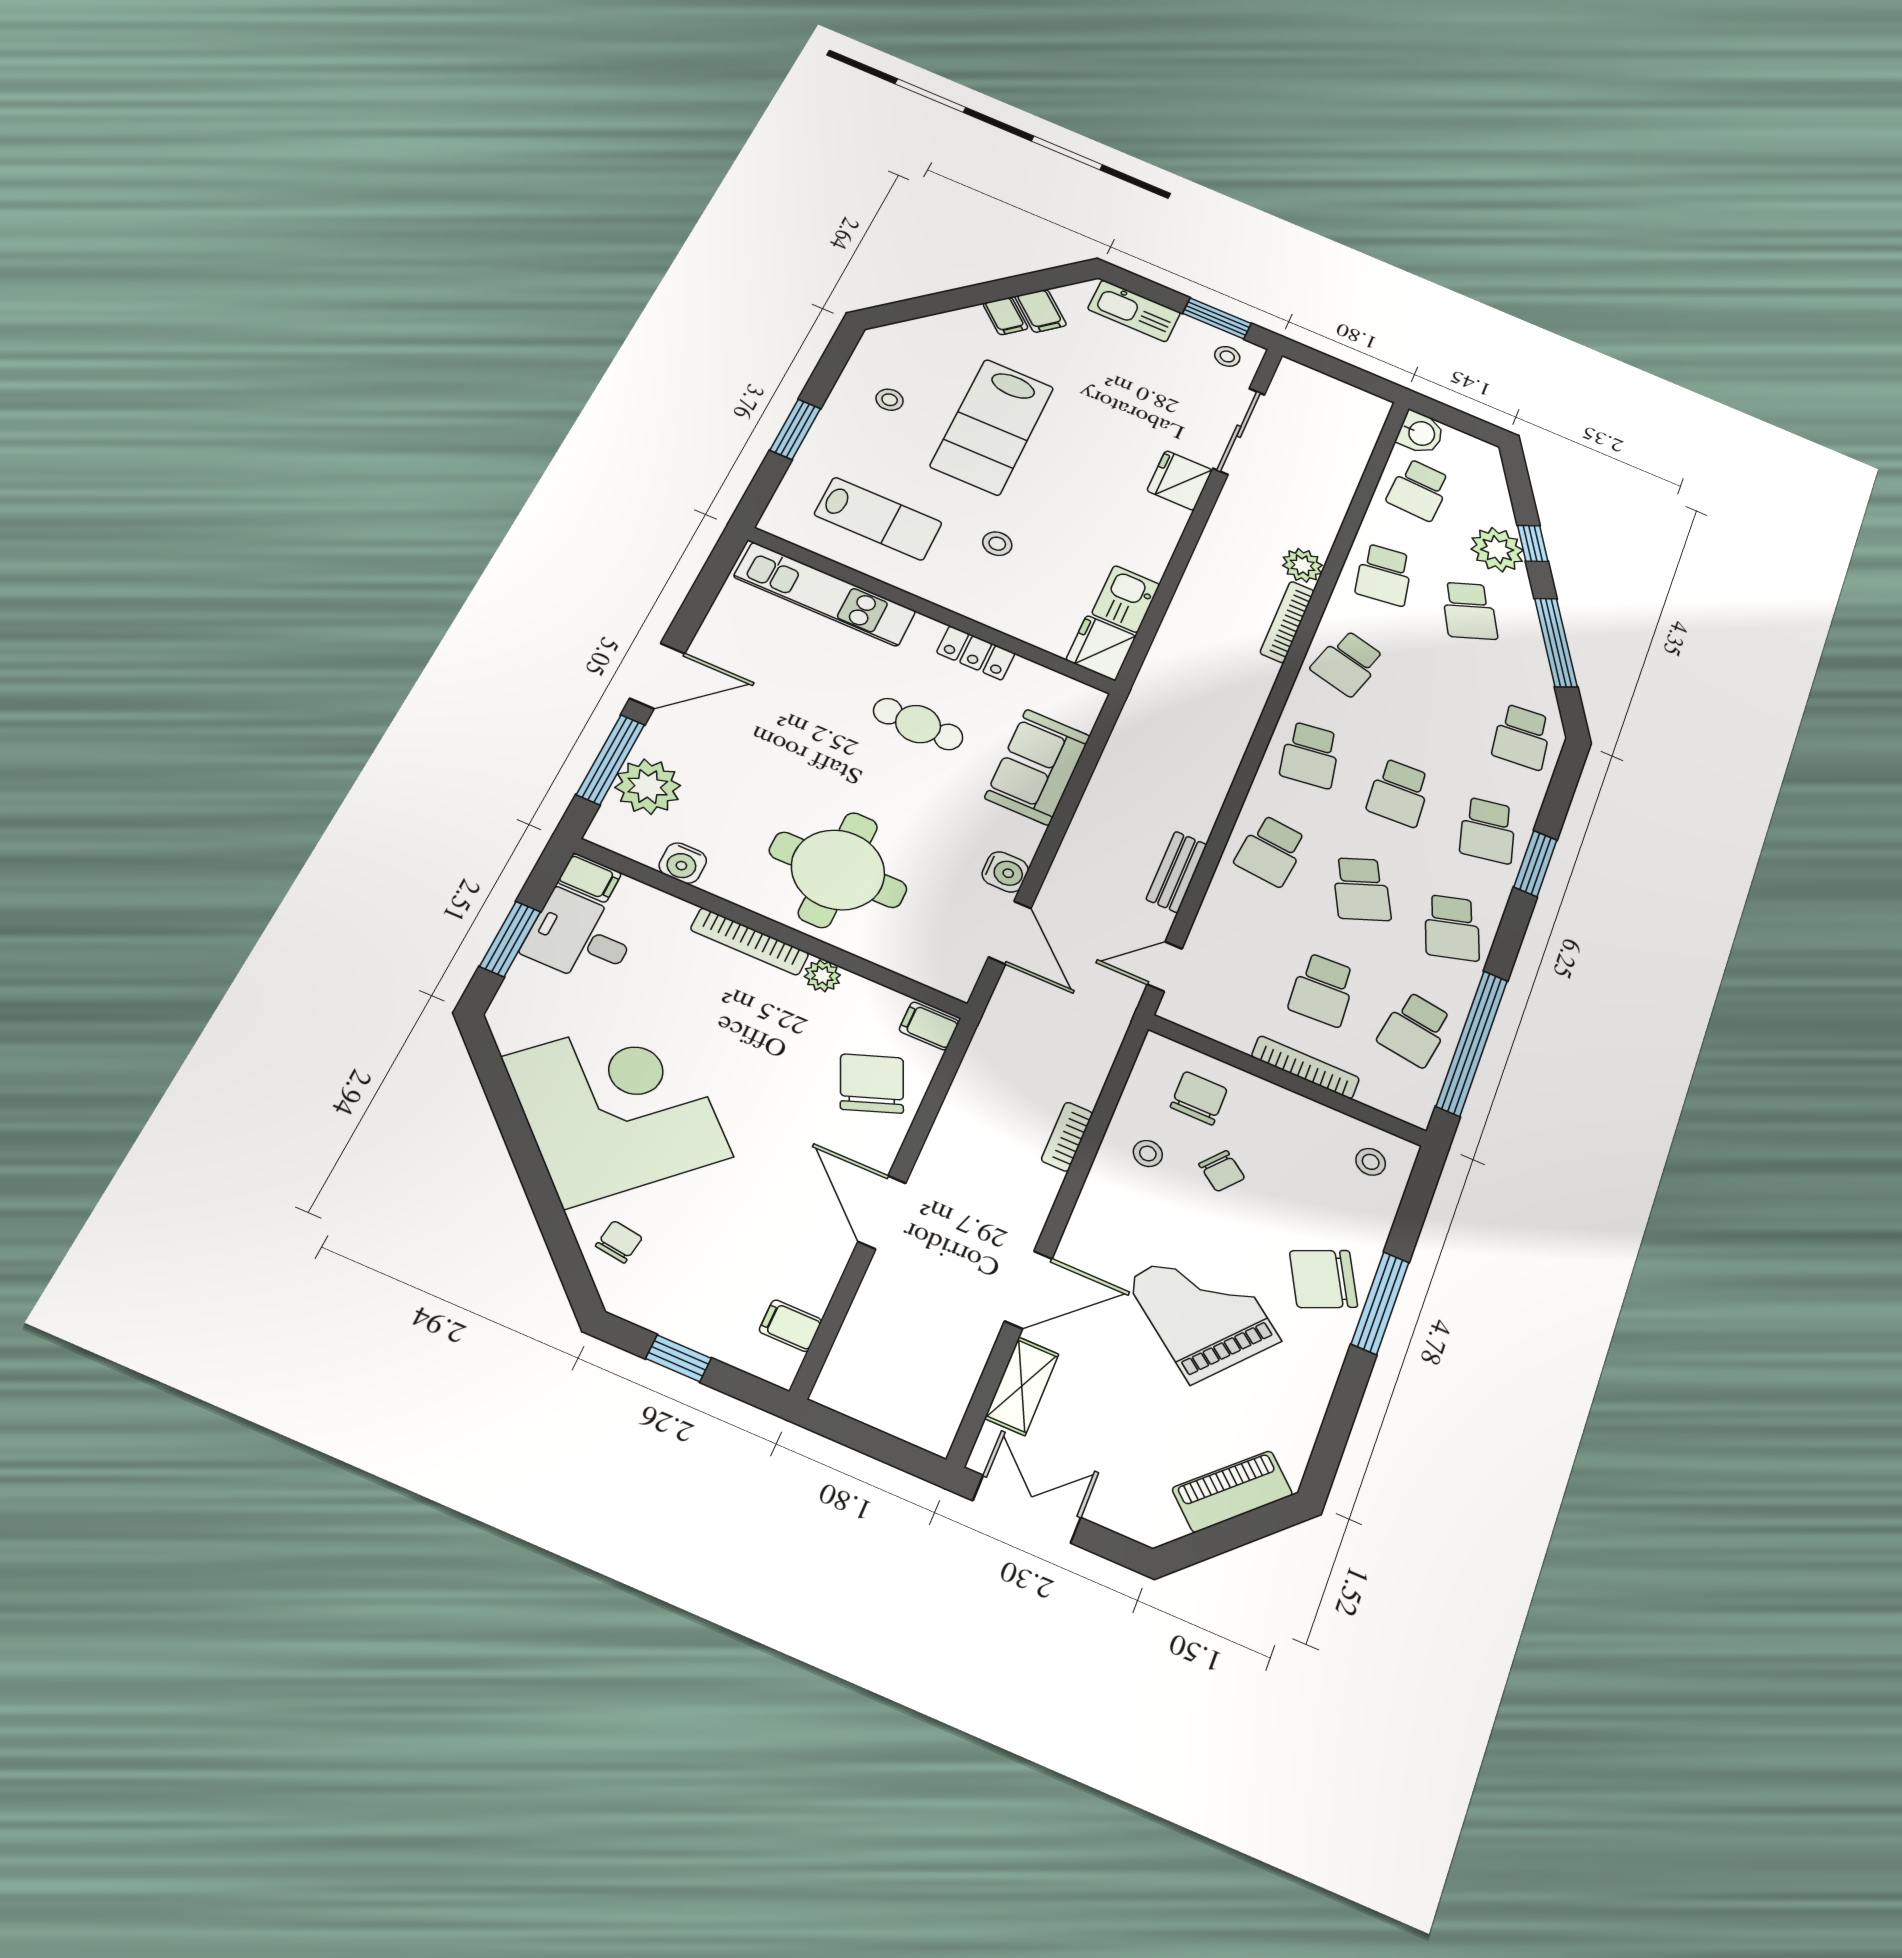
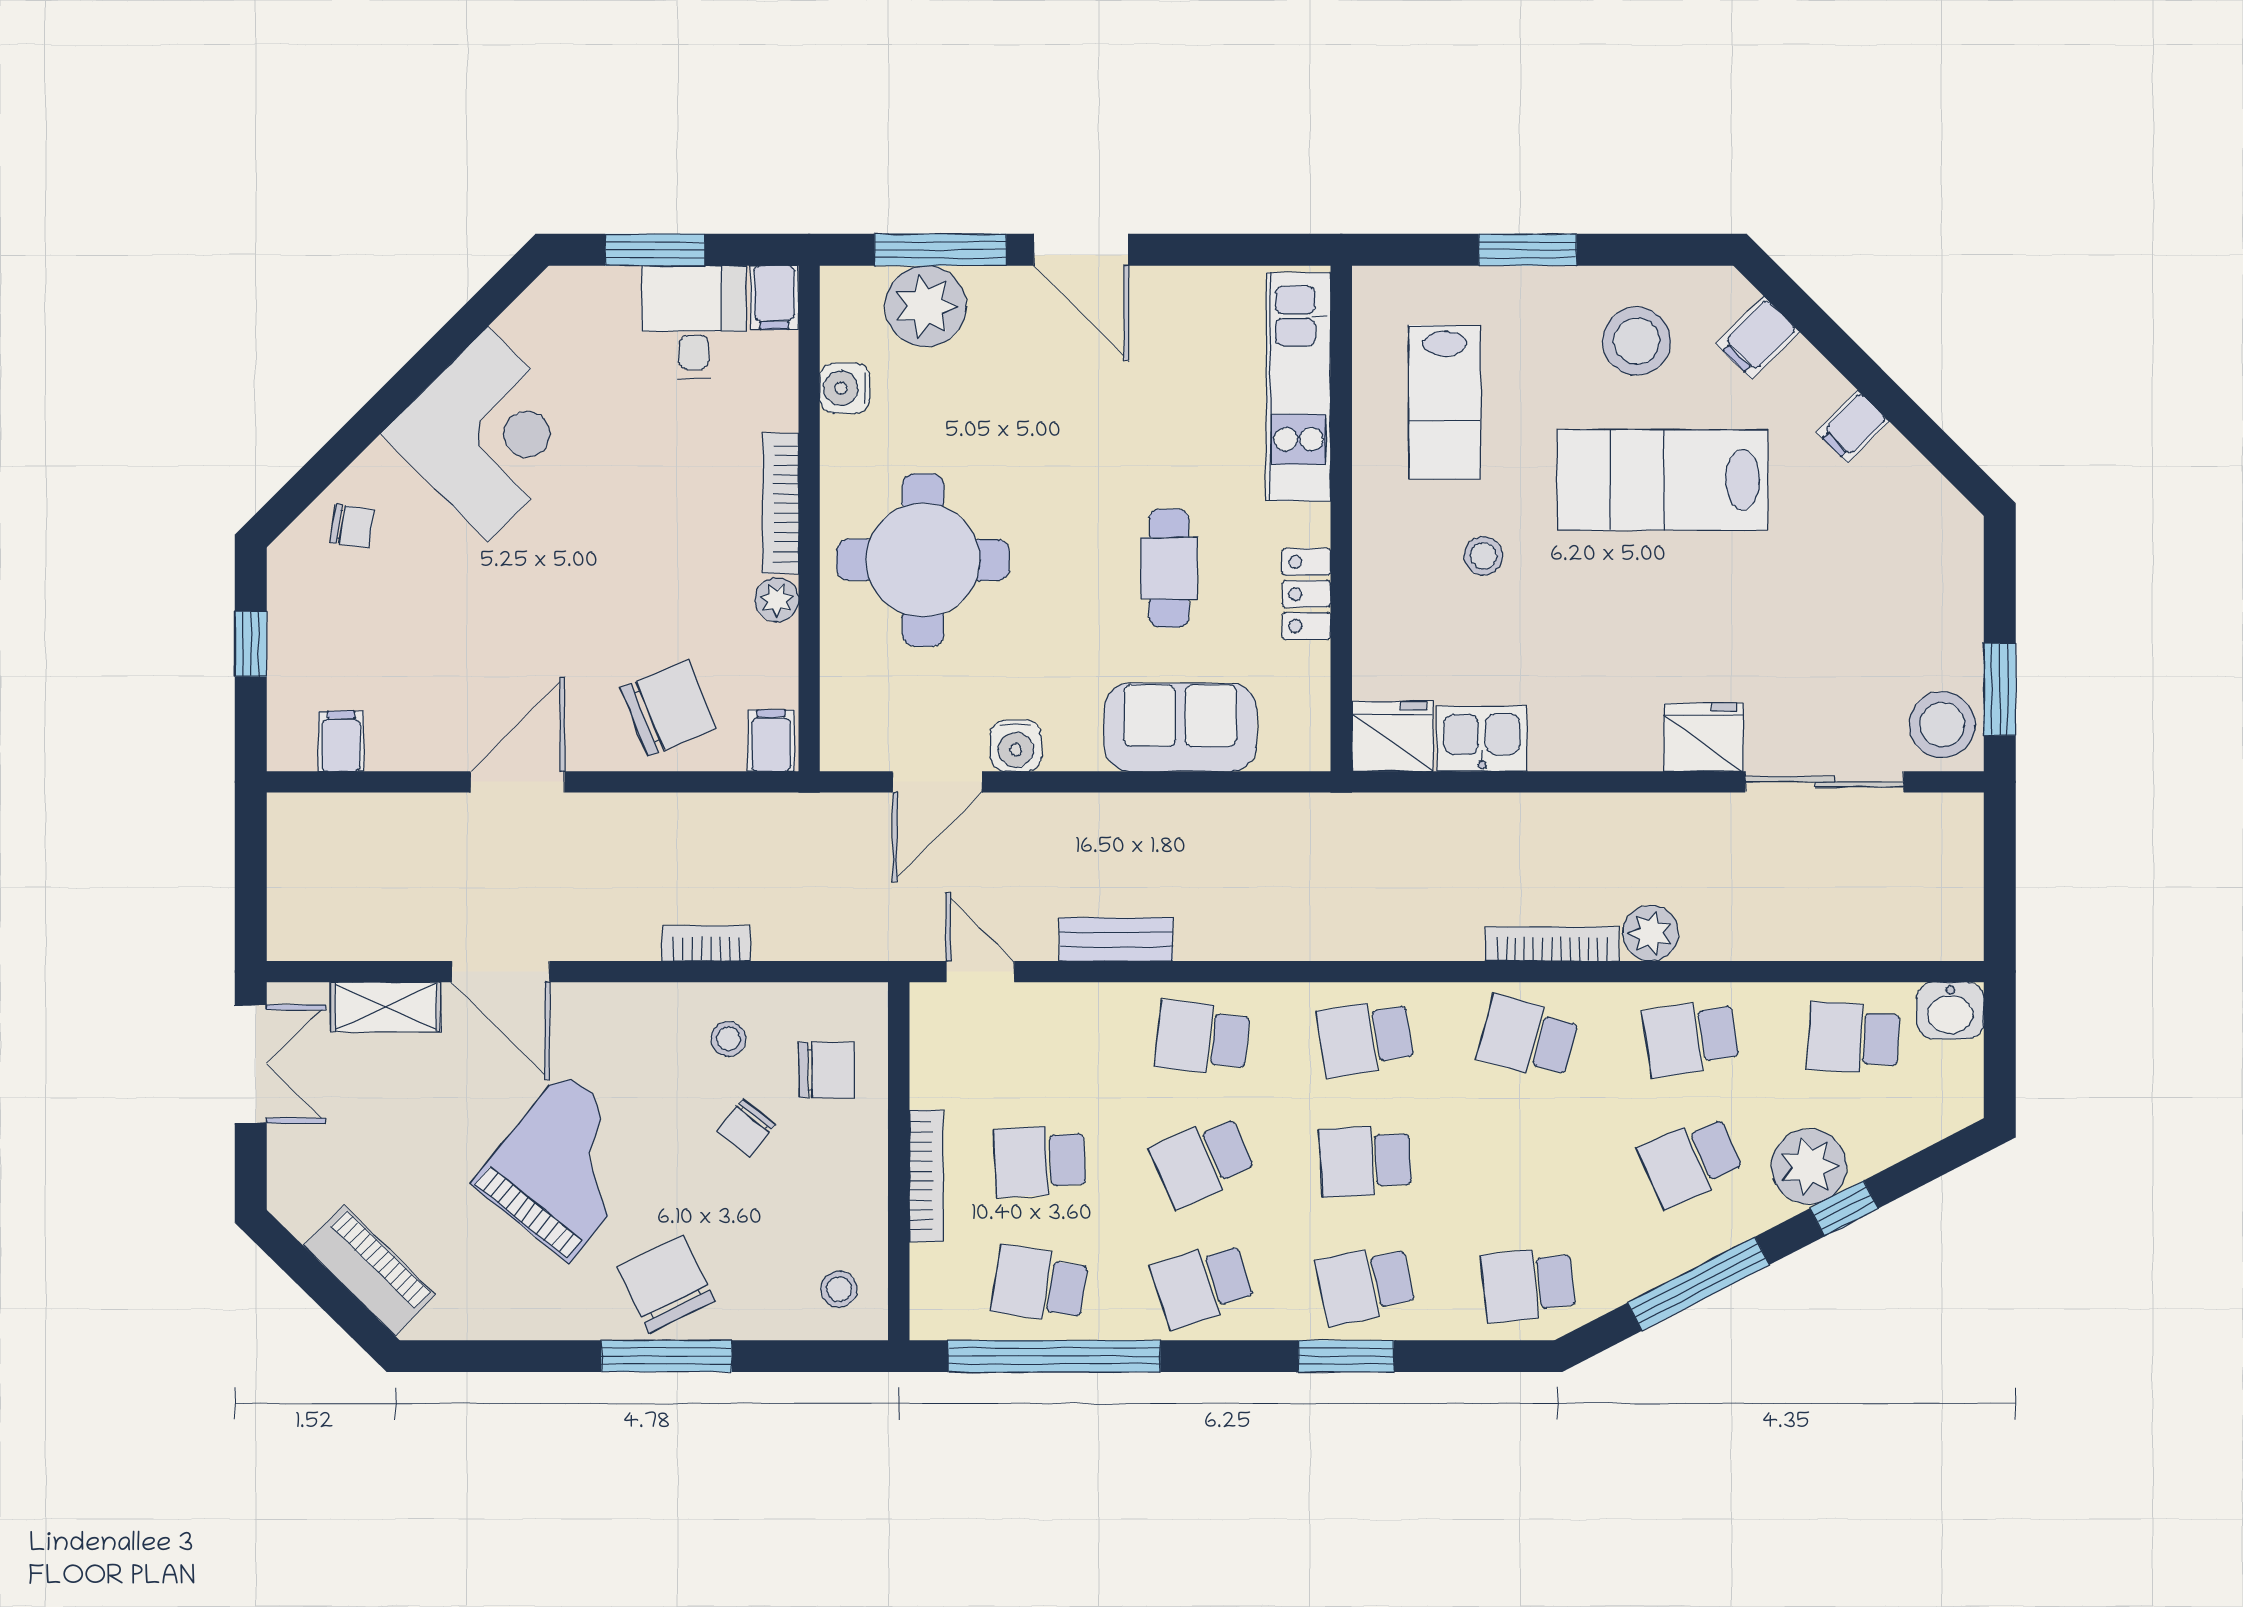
filing cabinet: (1041, 311) -> (1758, 338), moved
kitchen sink: (1134, 311) -> (1953, 581), removed
stool: (1227, 356) -> (1942, 725), width x1.89, depth x1.89
stool: (890, 400) -> (1637, 341), width x1.89, depth x1.89
corner desk: (617, 1107) -> (488, 434), width x0.74, depth x0.74

